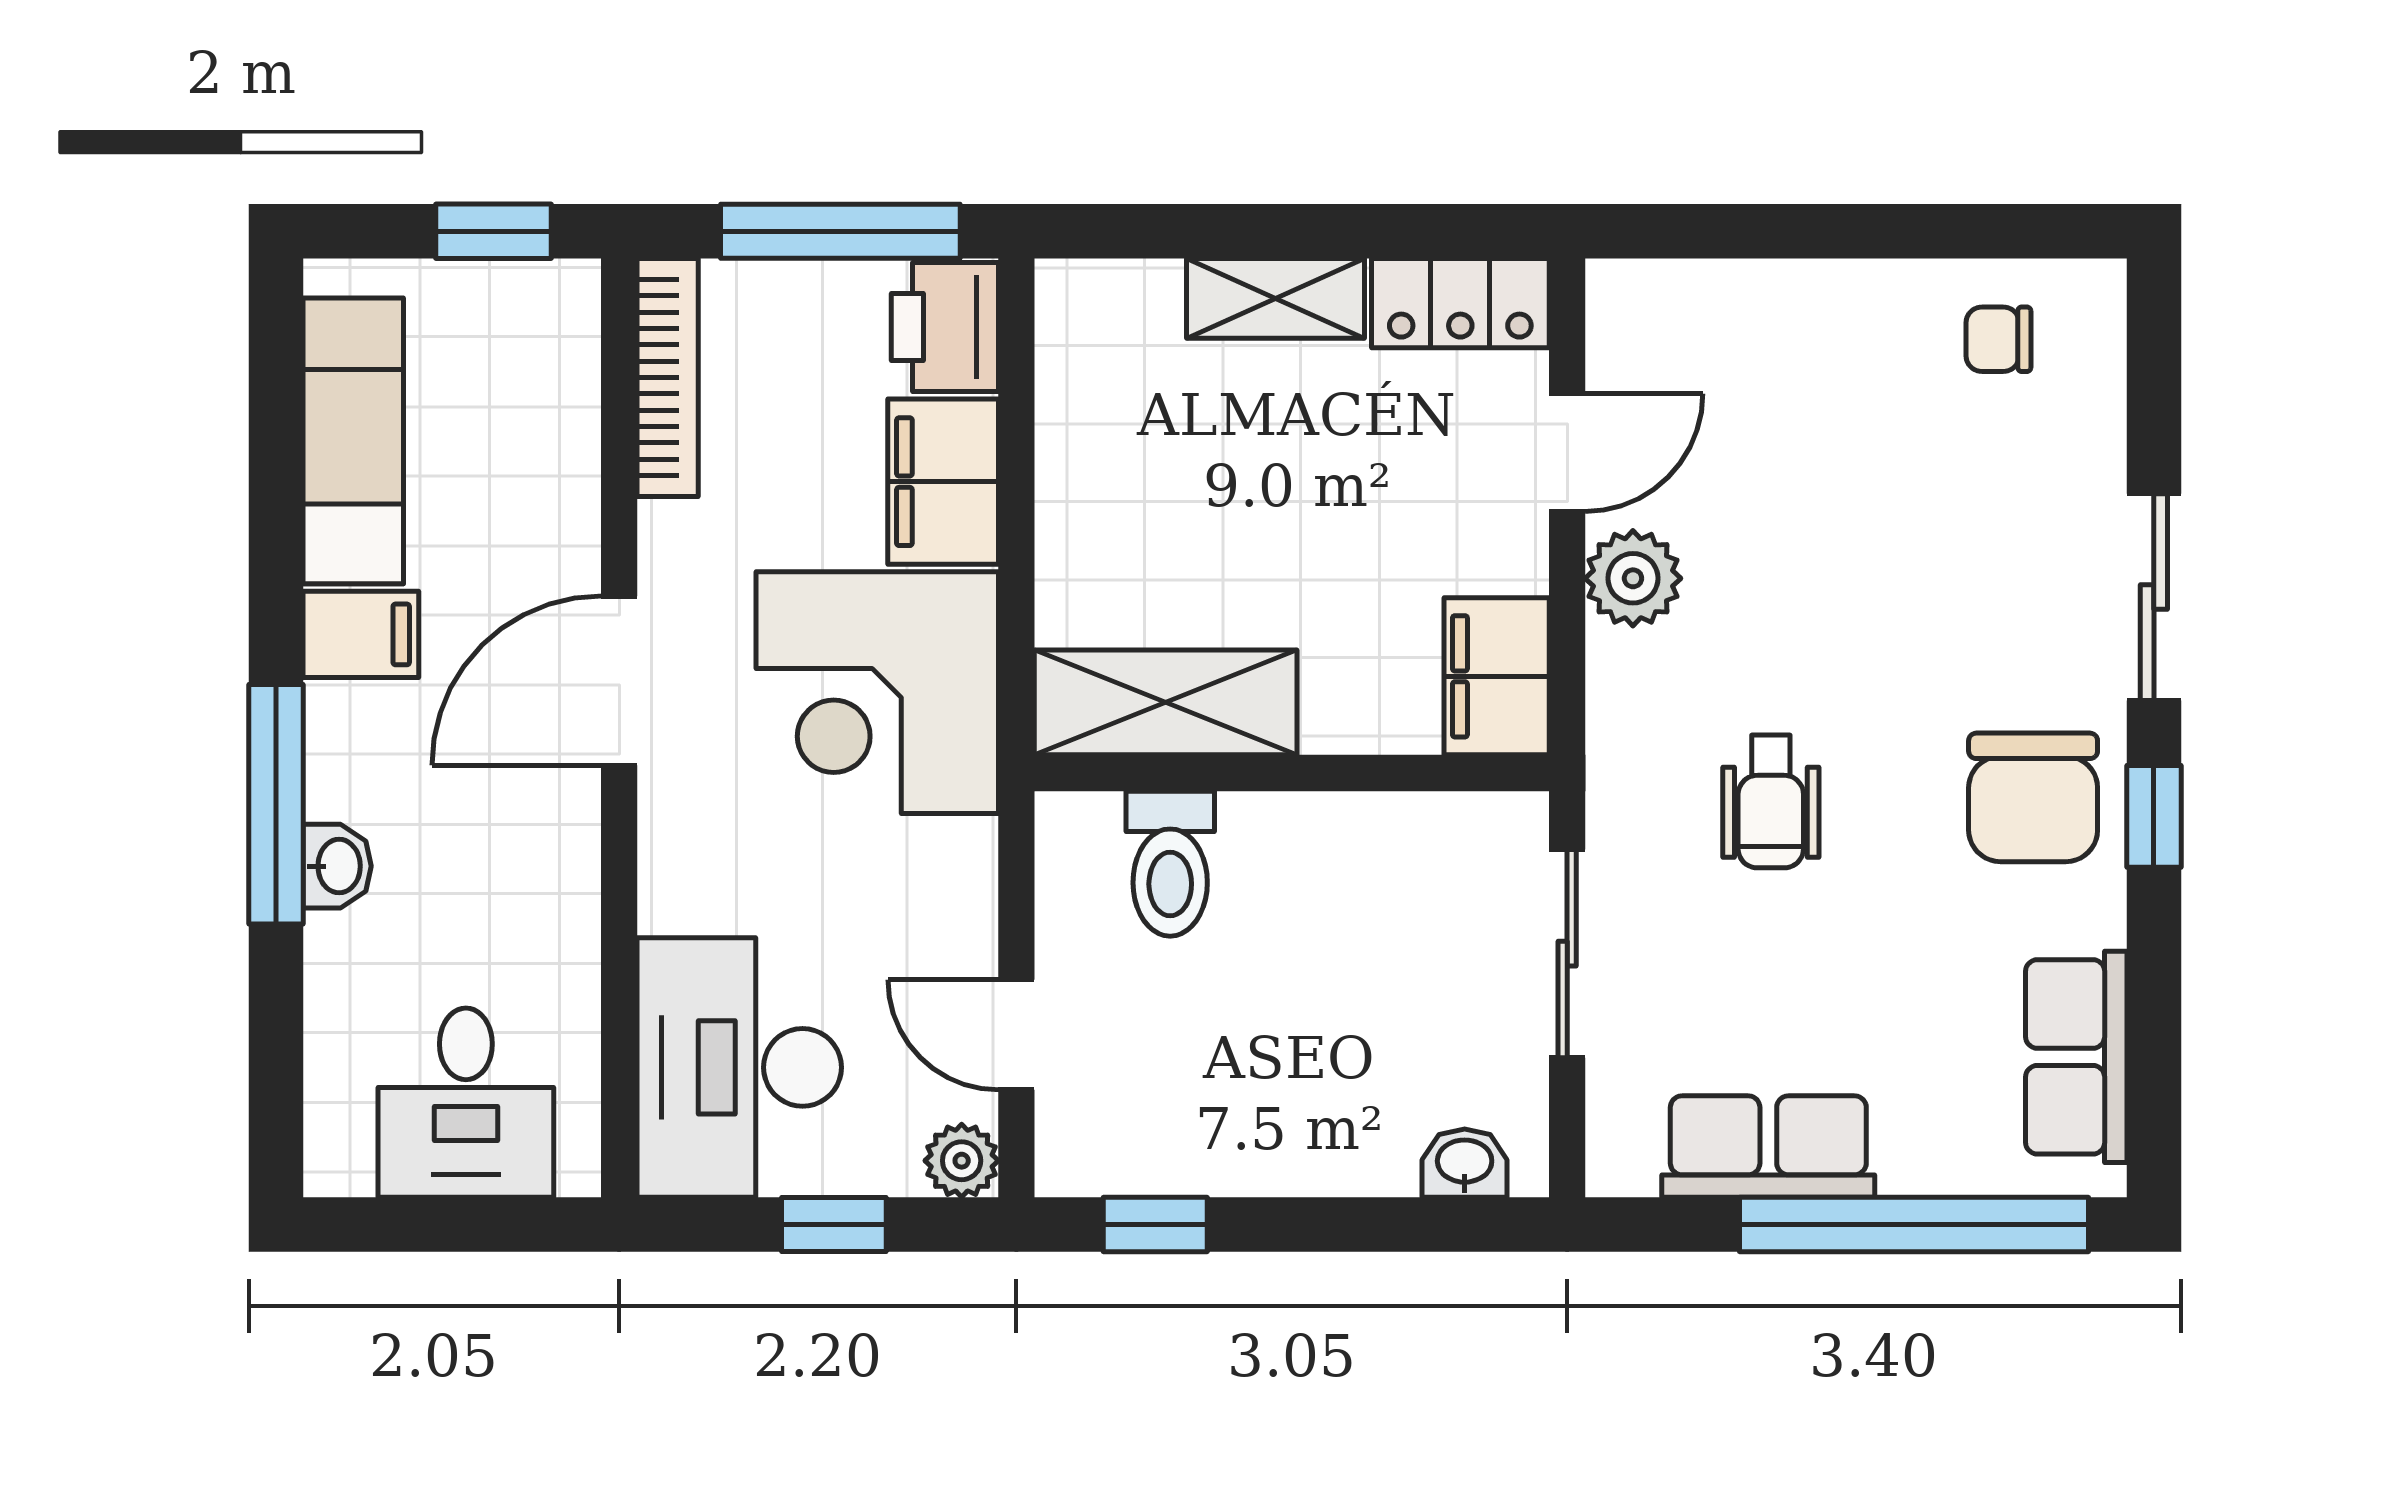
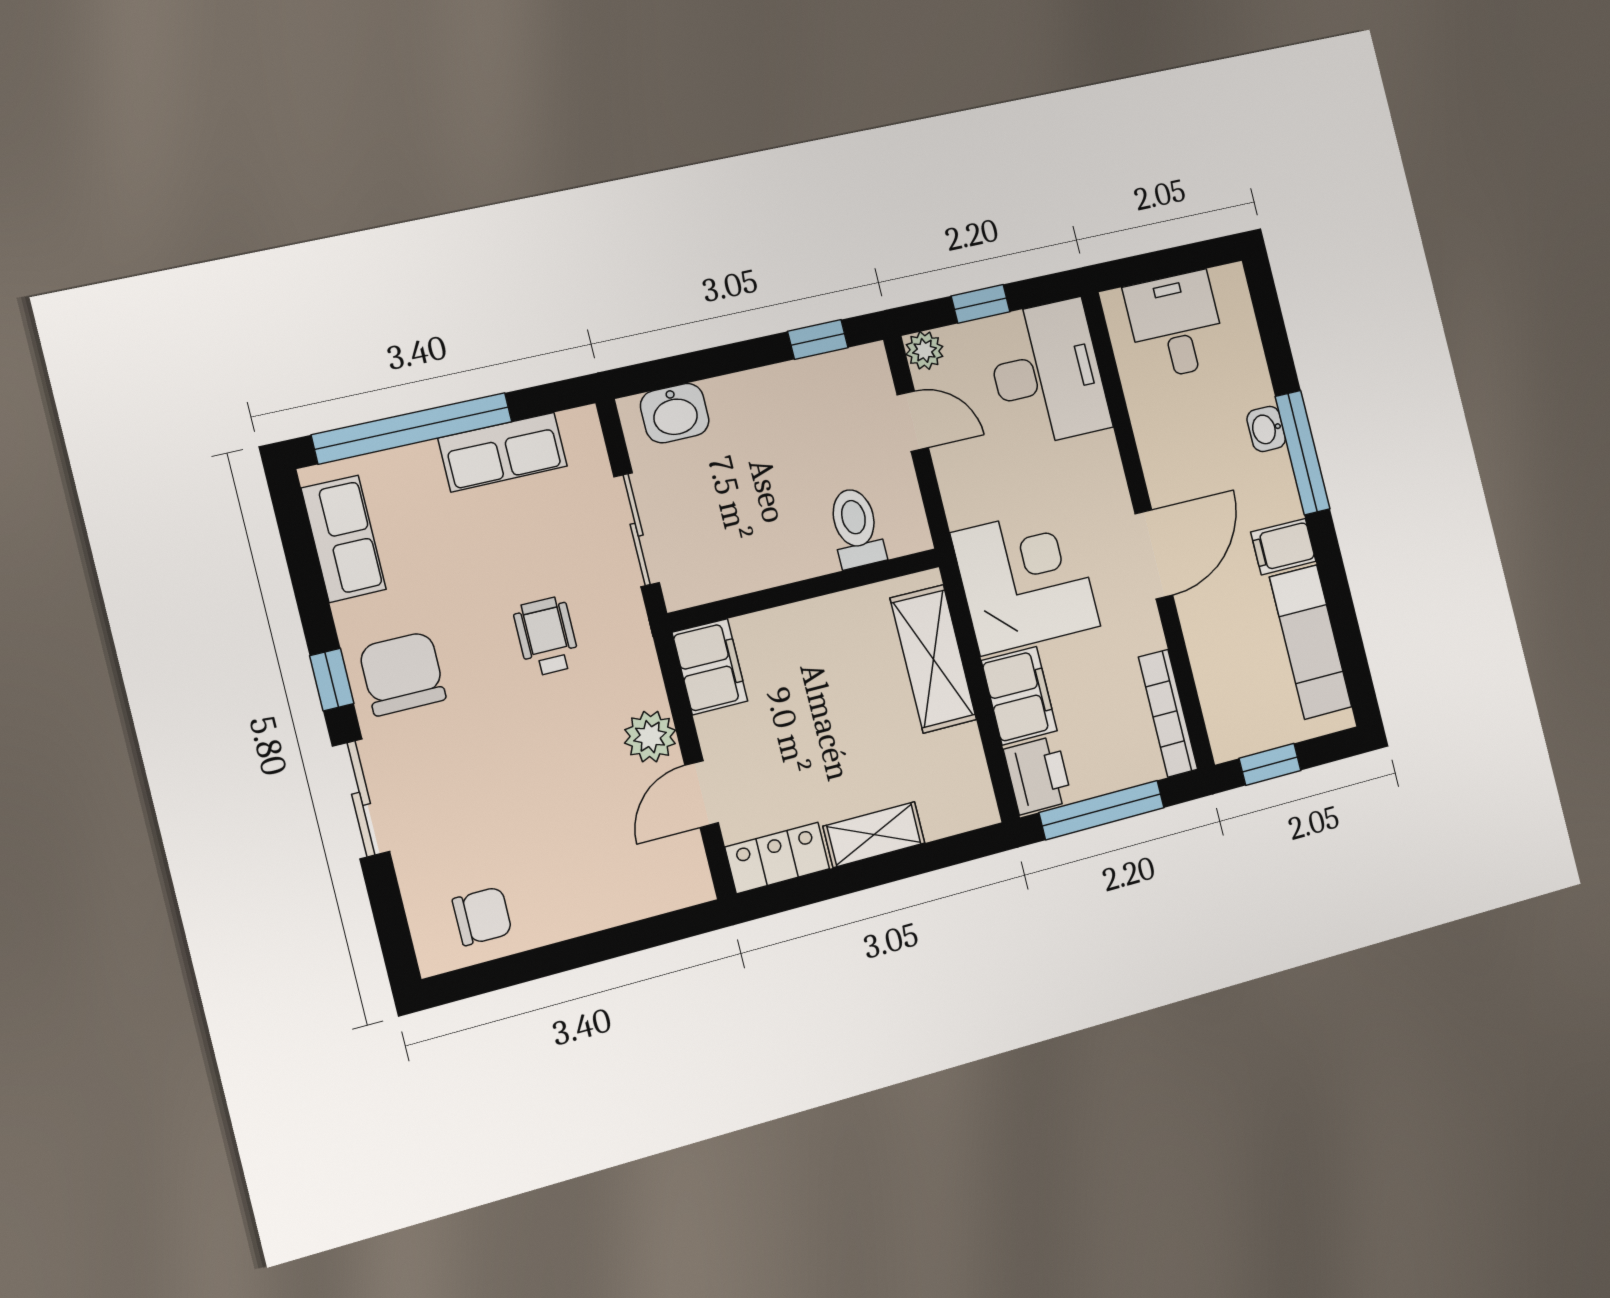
chair: (1998, 339) -> (482, 916), width x1.37, depth x1.37
shelving: (1166, 702) -> (933, 659), moved, turned 90
washbasin: (1465, 1163) -> (675, 413), width x1.38, depth x1.45

